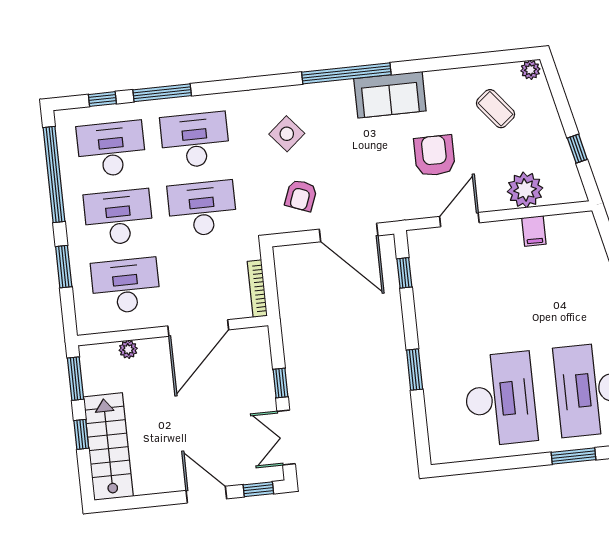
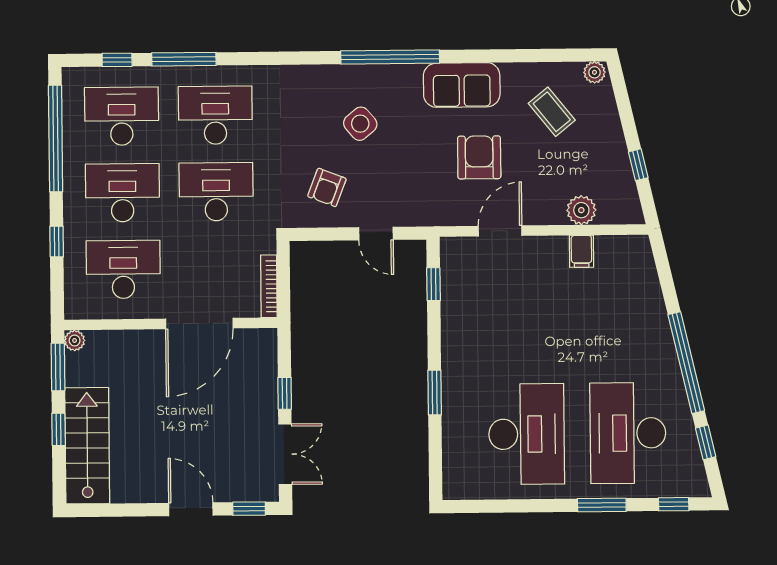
sofa: (390, 95) -> (462, 85), moved
side table: (287, 134) -> (360, 124), moved
plant: (525, 190) -> (581, 210), width x0.73, depth x0.73
door: (349, 232) -> (376, 234), width x0.53
window: (64, 267) -> (57, 242), width x0.67
plant: (128, 349) -> (75, 340), moved
double door: (286, 437) -> (285, 454), swing flipped

